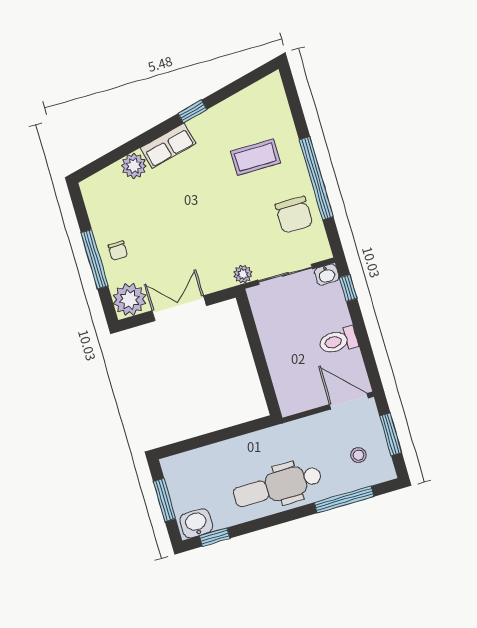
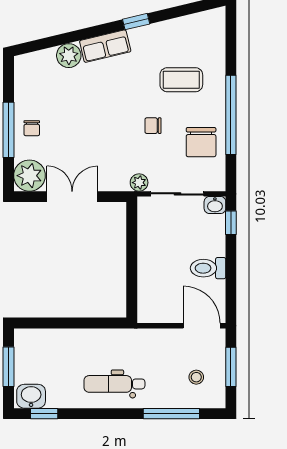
chair: (240, 212) -> (153, 126), added
dental chair: (277, 486) -> (114, 384), width x0.73, depth x0.72

